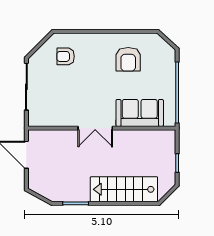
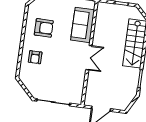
armchair: (66, 56) -> (35, 57), moved

